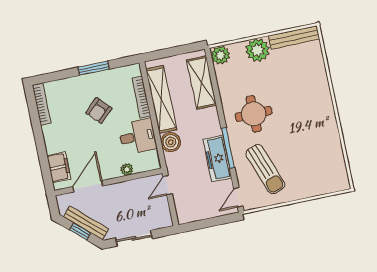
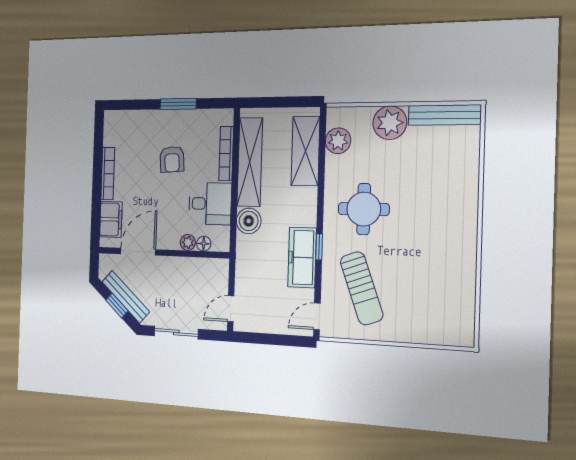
plant: (221, 55) -> (338, 141), moved
bookcase: (42, 104) -> (108, 174), moved
armchair: (99, 111) -> (172, 159), turned -51
window: (228, 148) -> (319, 247), width x0.46
floor lamp: (140, 167) -> (204, 244), added
door: (168, 185) -> (231, 309), moved

